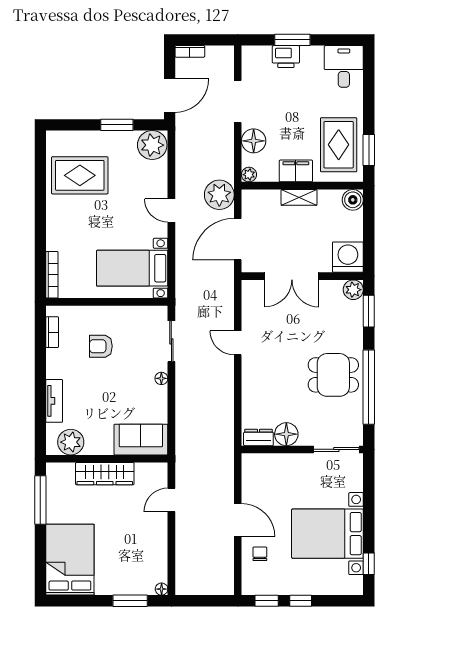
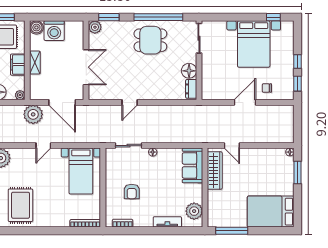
washing machine: (348, 257) -> (54, 31), moved, turned -90
dining table: (333, 375) -> (150, 40), turned 90
wardrobe: (105, 474) -> (215, 171), moved

